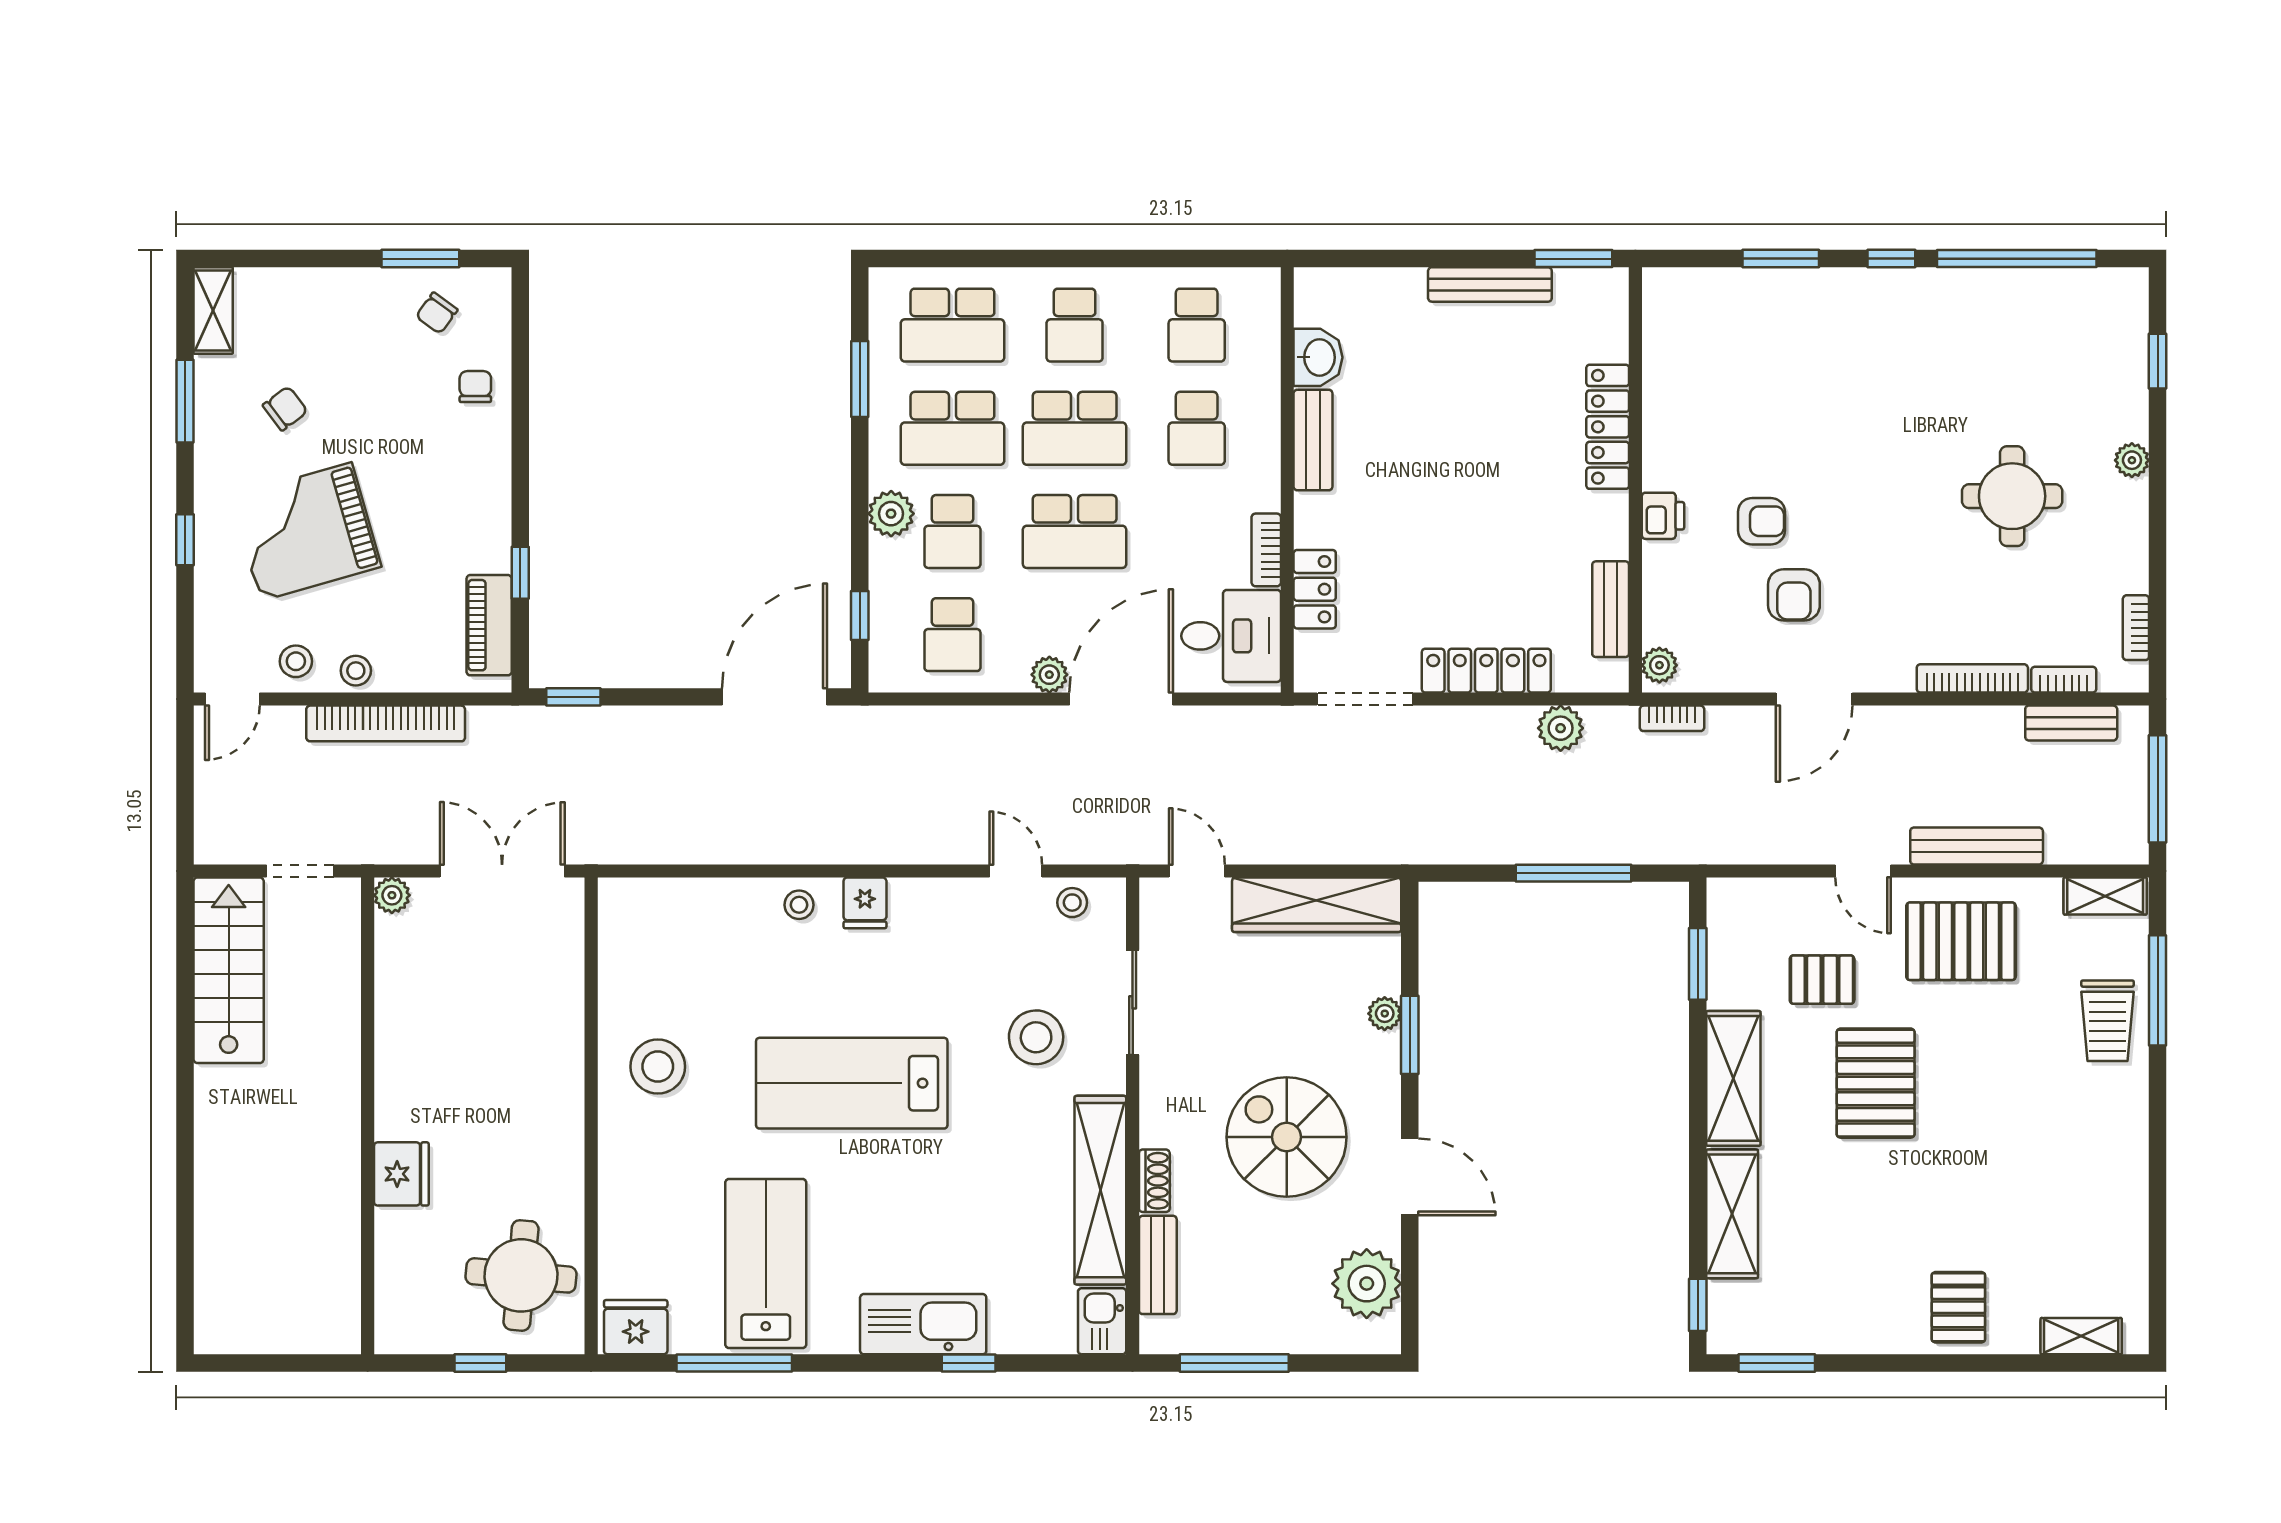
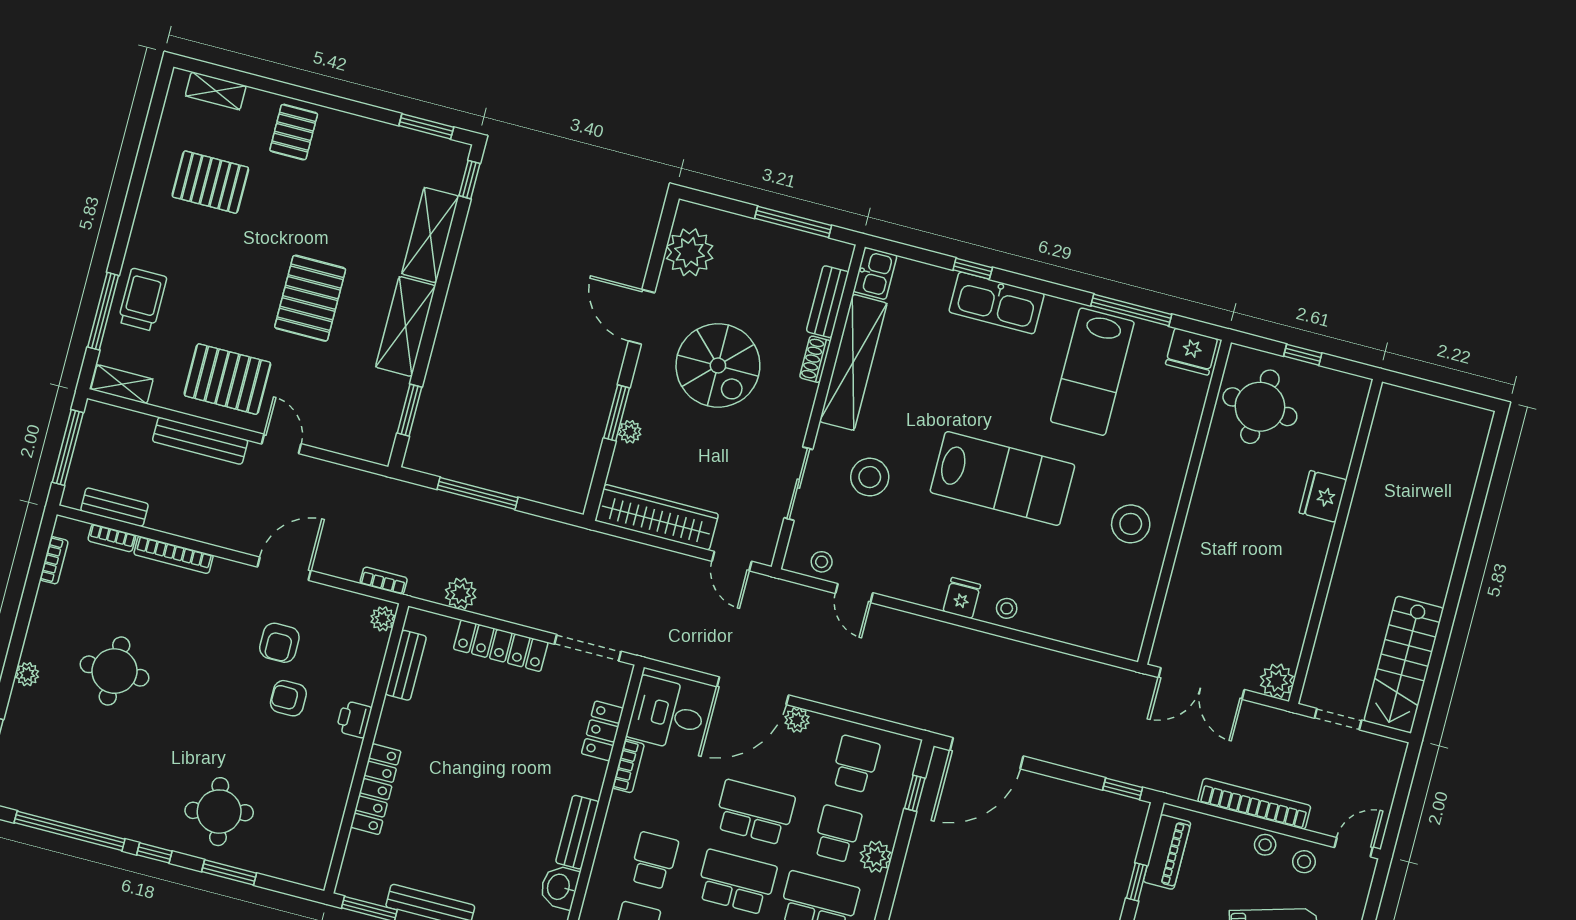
round table: (1817, 339) -> (219, 812), added
armchair: (1794, 595) -> (279, 643), turned 180
plant: (392, 895) -> (1277, 681), width x1.38, depth x1.38
pallet: (1822, 980) -> (210, 182), moved, width x1.50, depth x1.42

